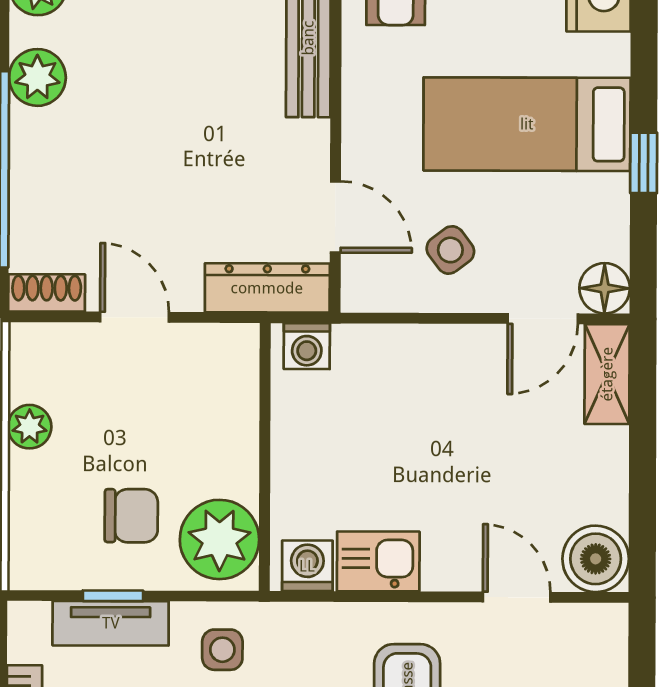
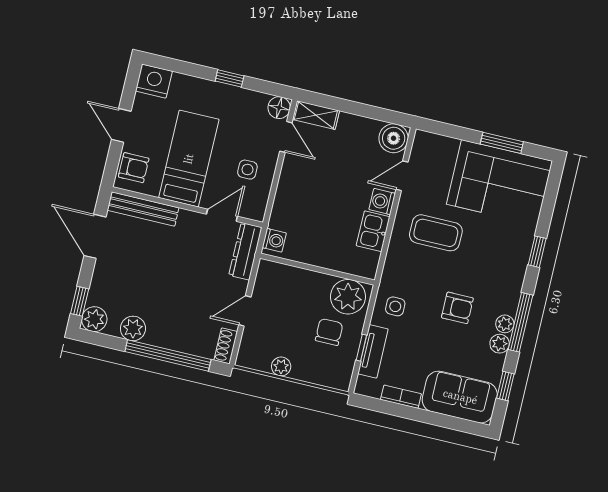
bed: (527, 124) -> (189, 159), moved, turned 180
side table: (450, 250) -> (247, 170), turned 37
washing machine: (307, 566) -> (382, 201), moved

